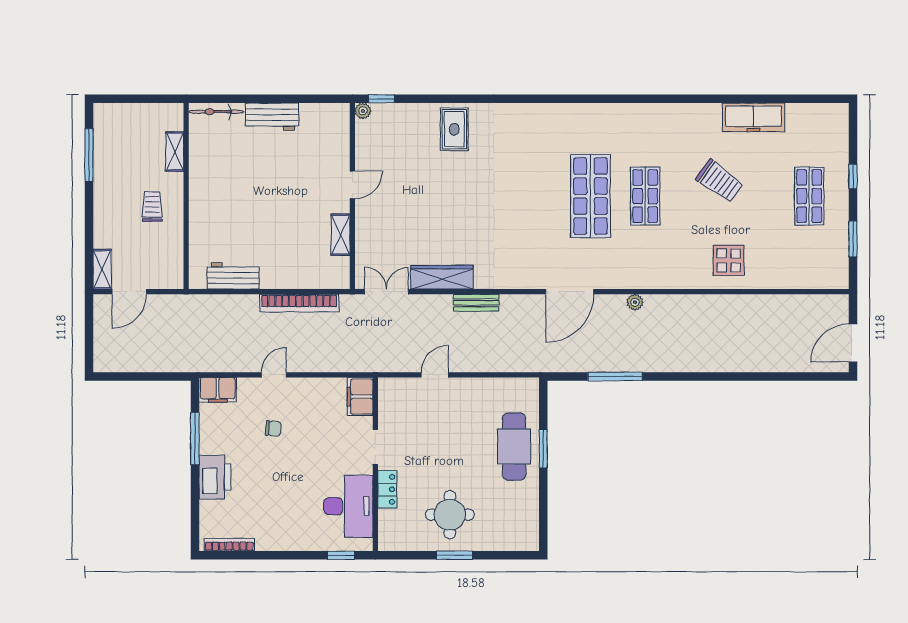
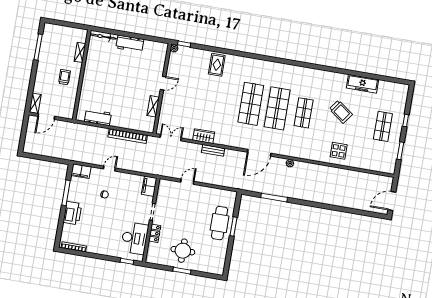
shop shelf: (536, 196) -> (251, 104), added
wardrobe: (442, 277) -> (204, 136), width x0.67

